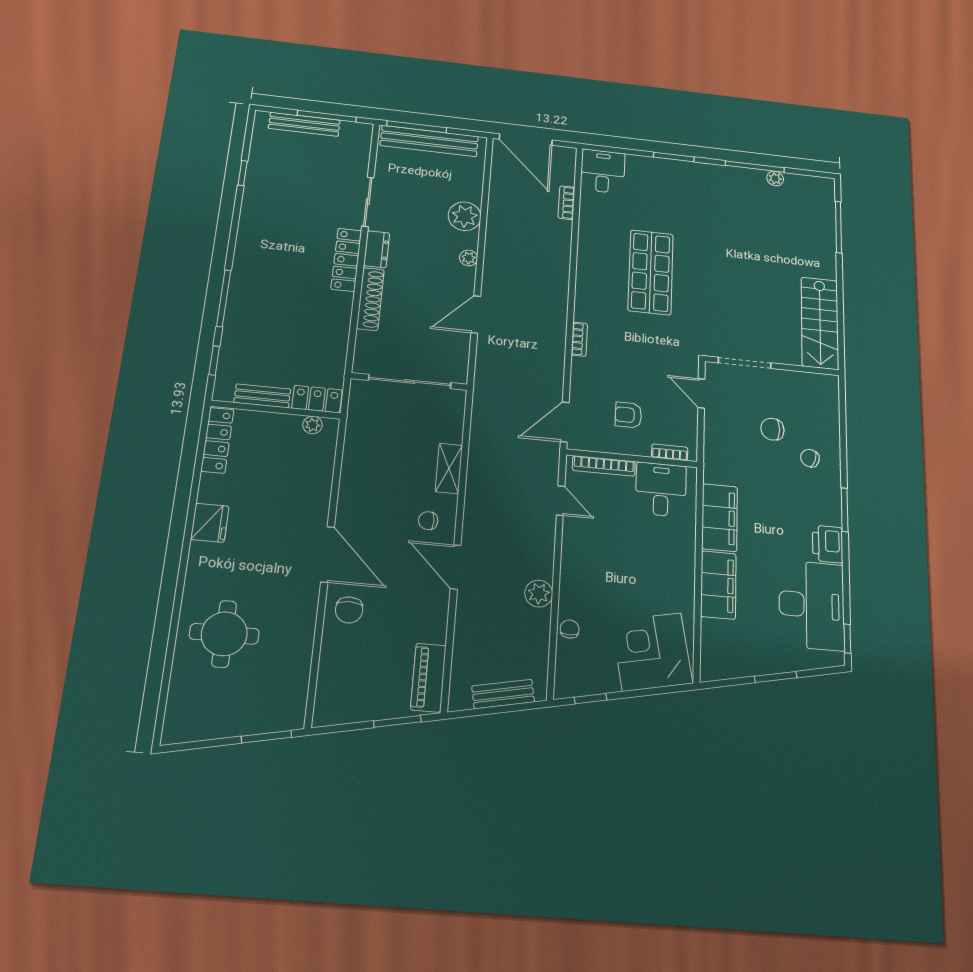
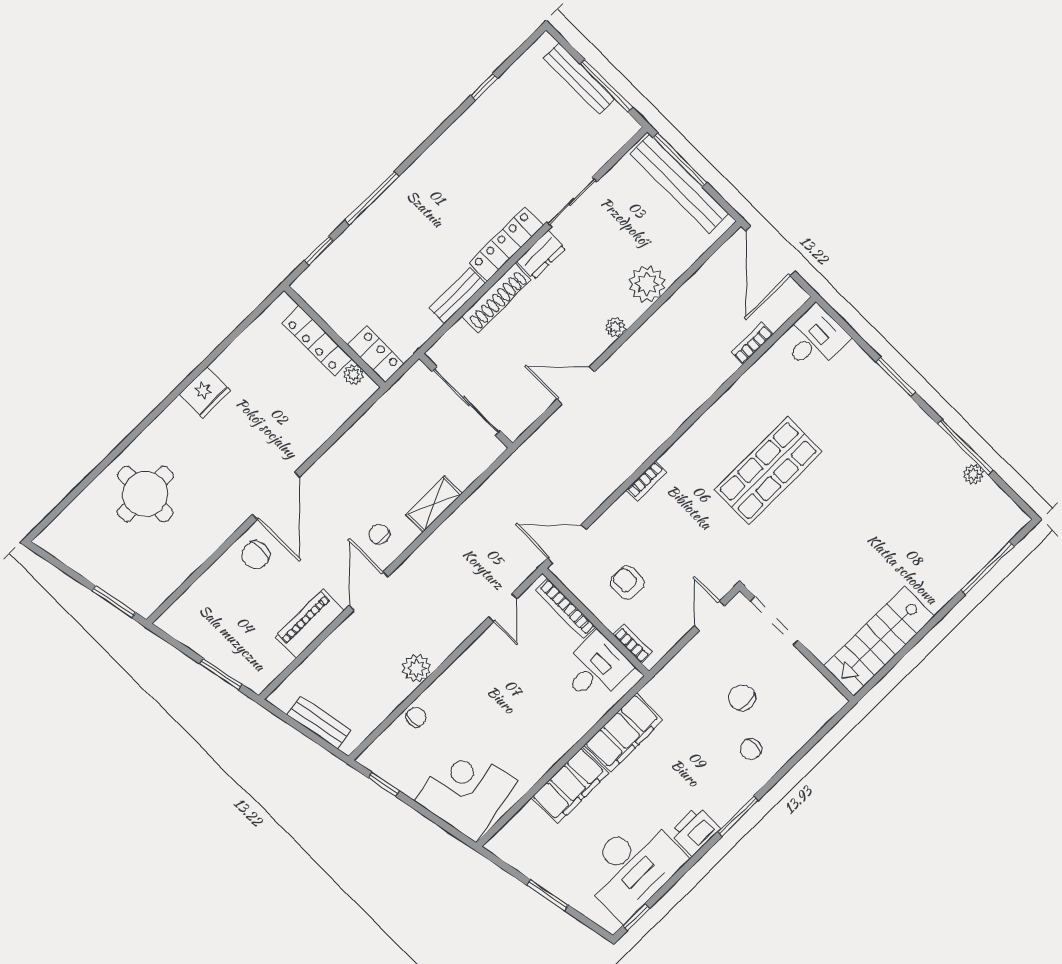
bench: (262, 396) -> (457, 295), moved, turned 90
locker: (217, 440) -> (317, 341), moved, turned 90
chair: (810, 458) -> (751, 749), turned -108
piano: (428, 678) -> (310, 624), moved

